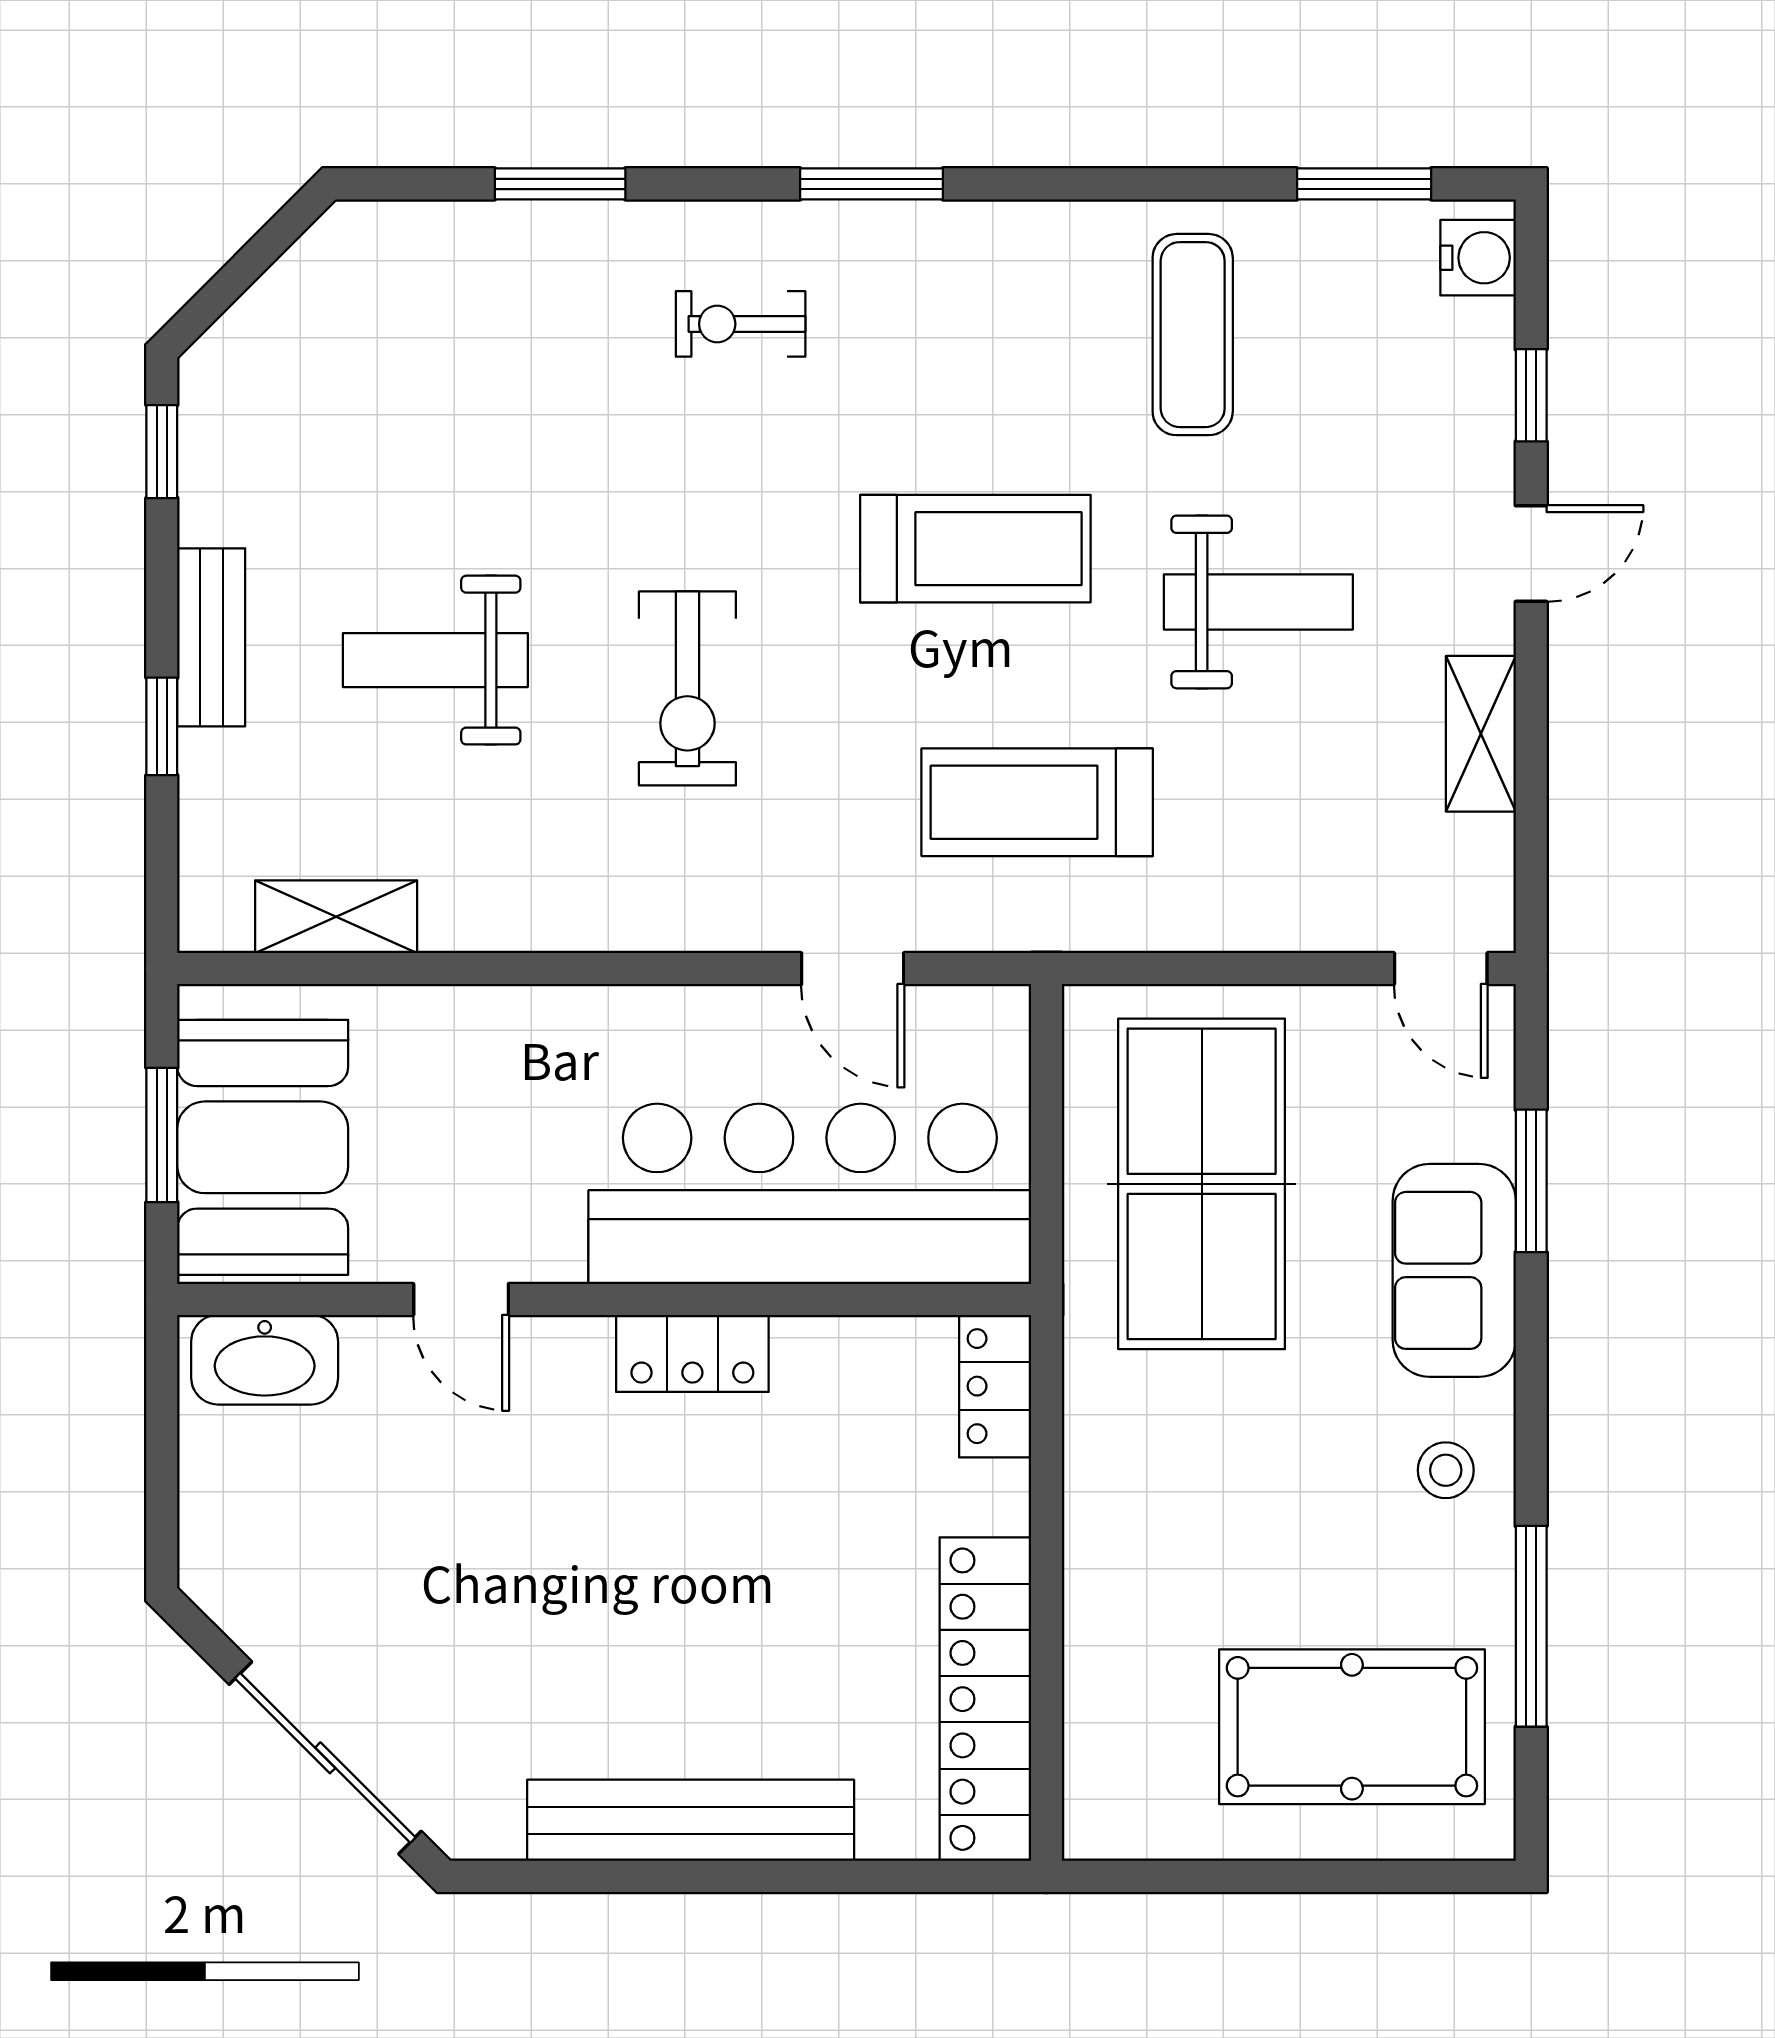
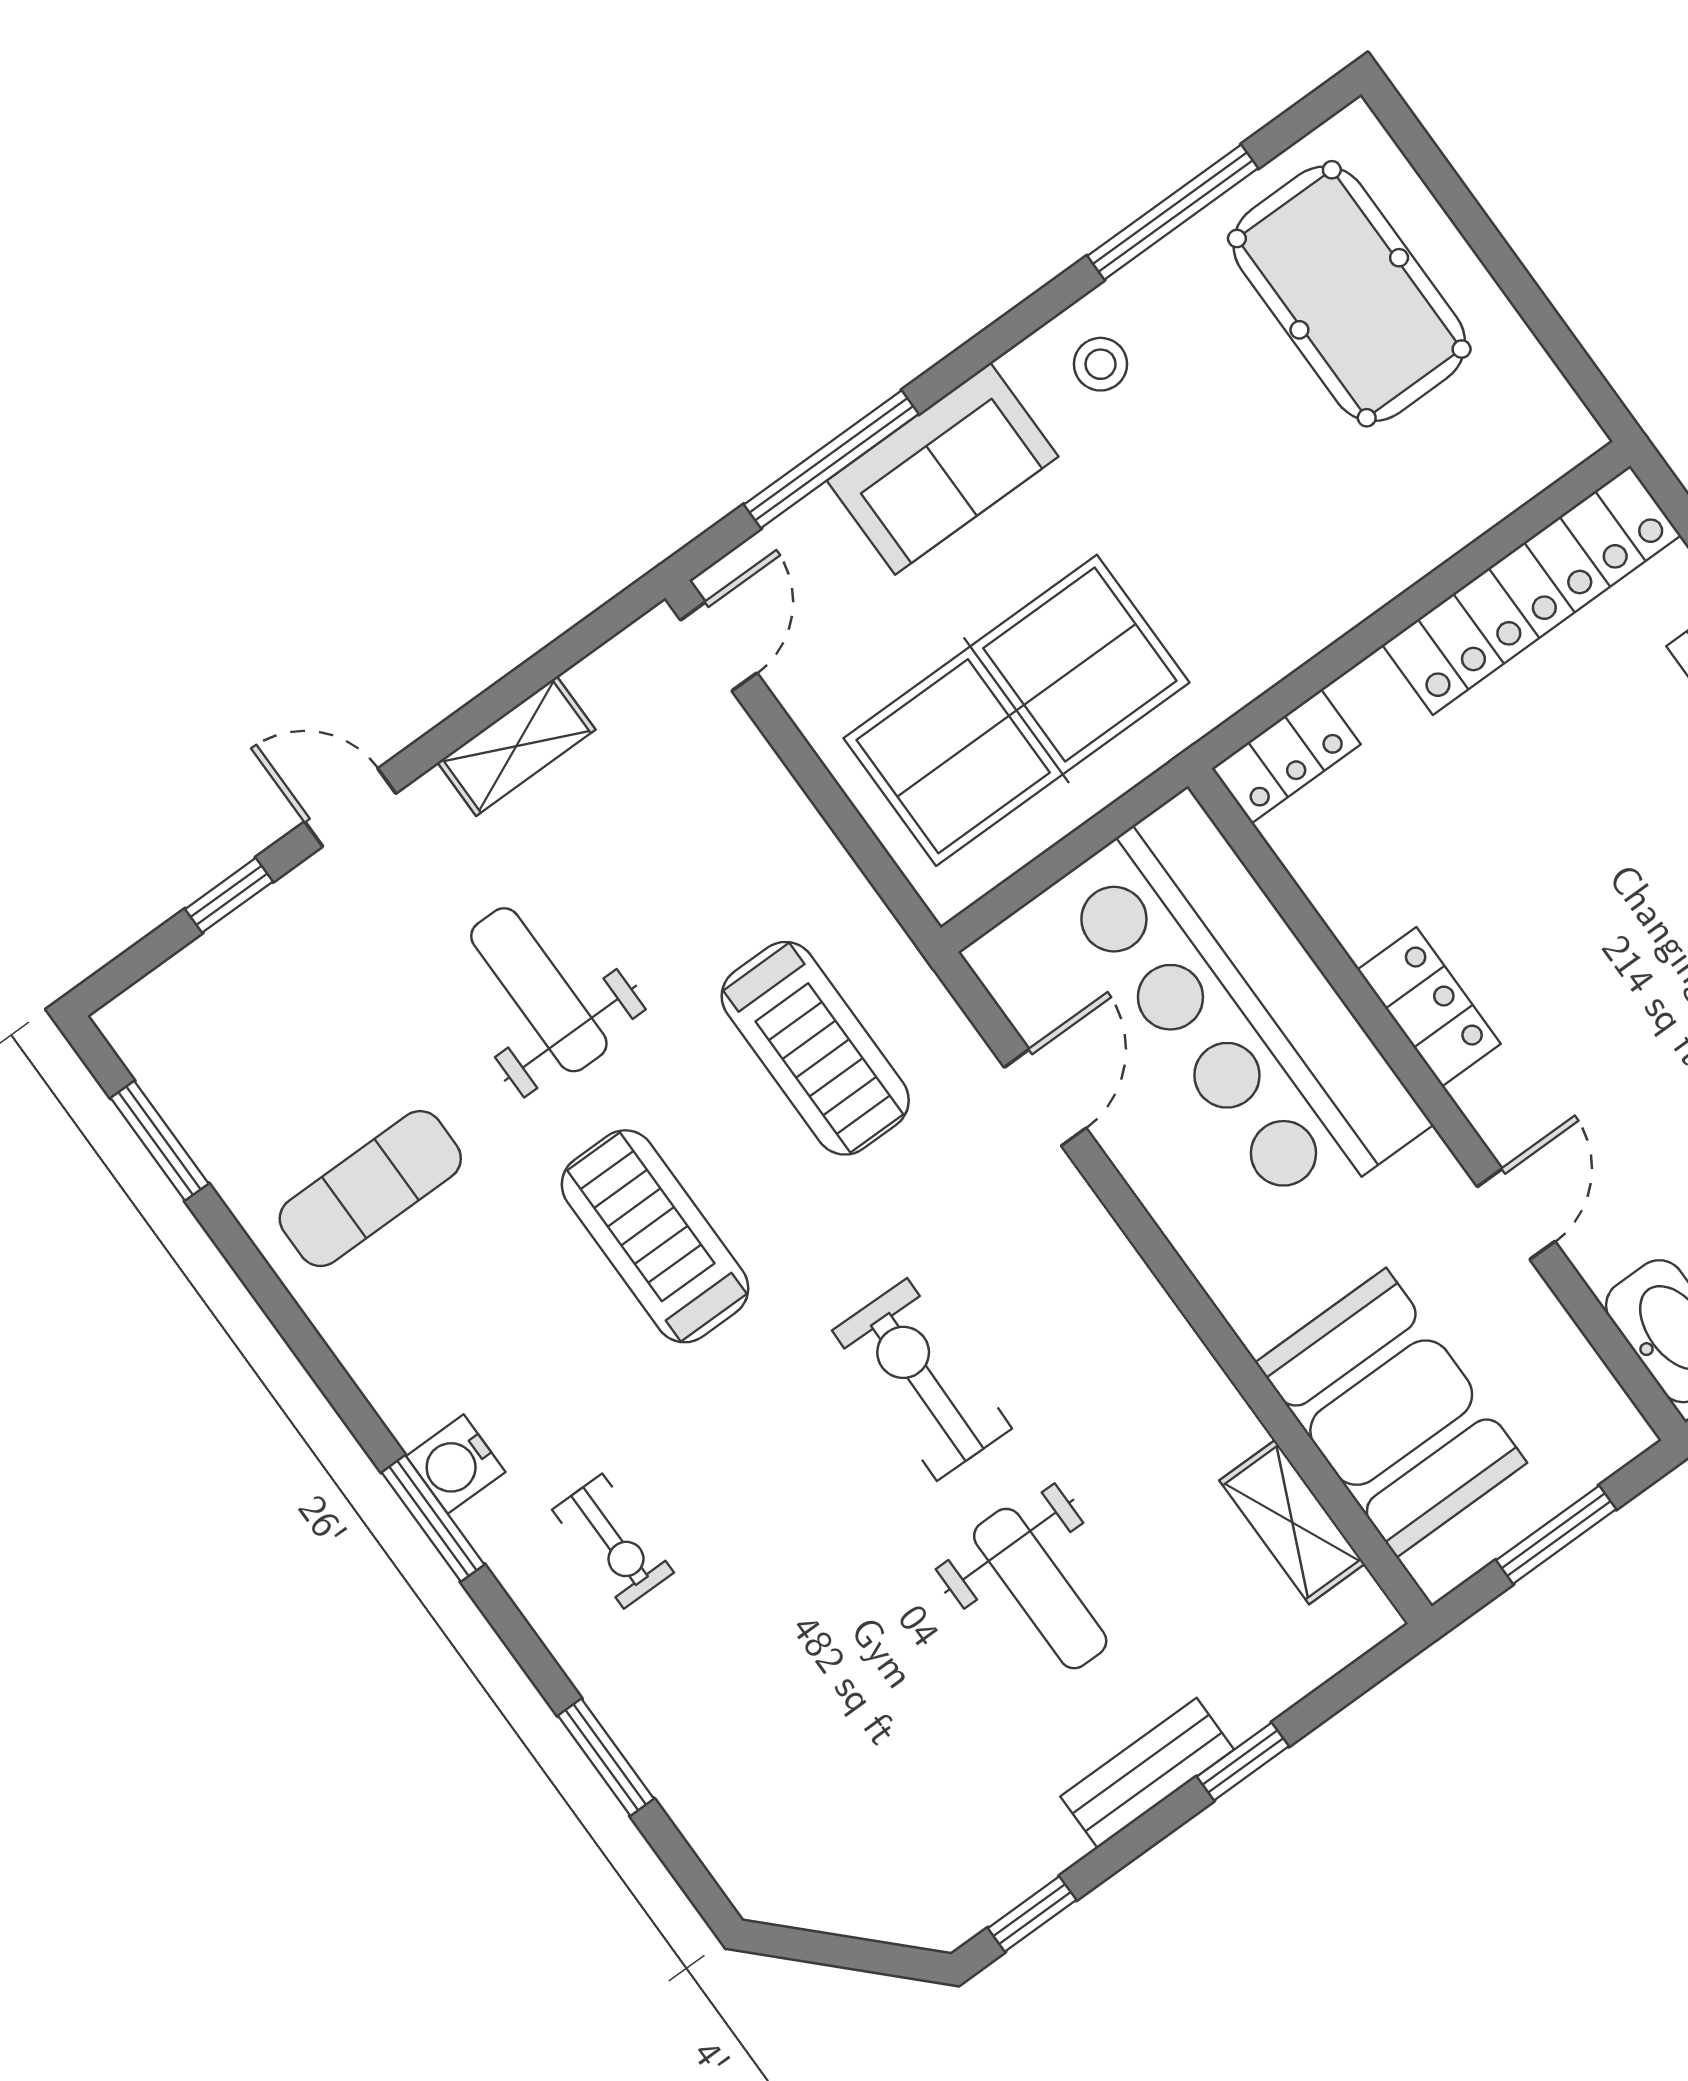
water cooler: (1478, 258) -> (456, 1464), moved, turned -90
exercise bike: (687, 688) -> (922, 1380), turned -89
booth: (263, 1147) -> (1391, 1413), moved, turned 90
window: (1531, 1181) -> (831, 459), width x1.44

